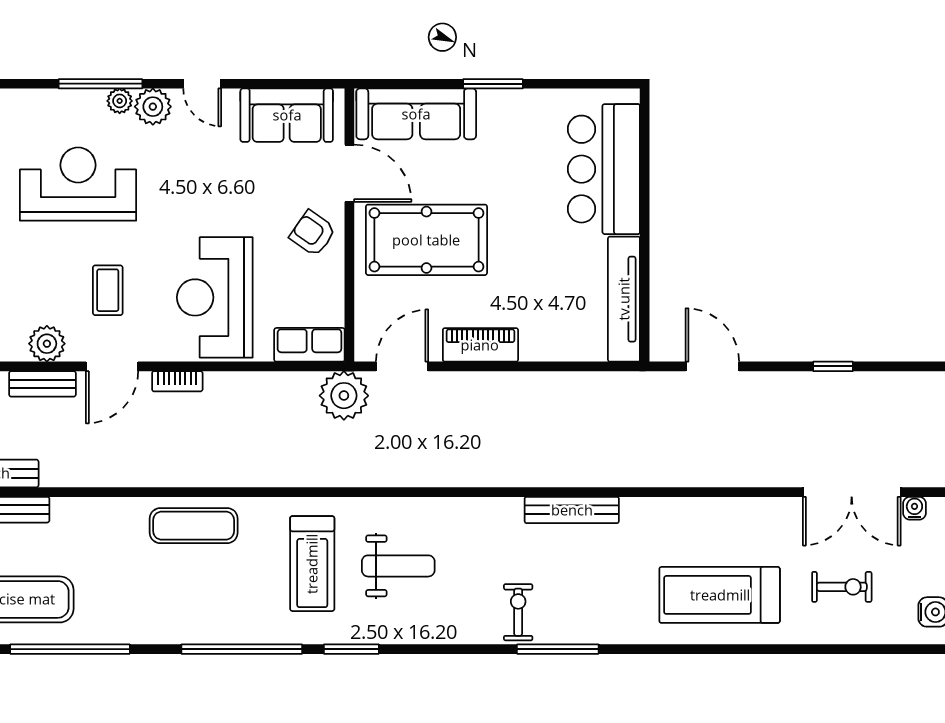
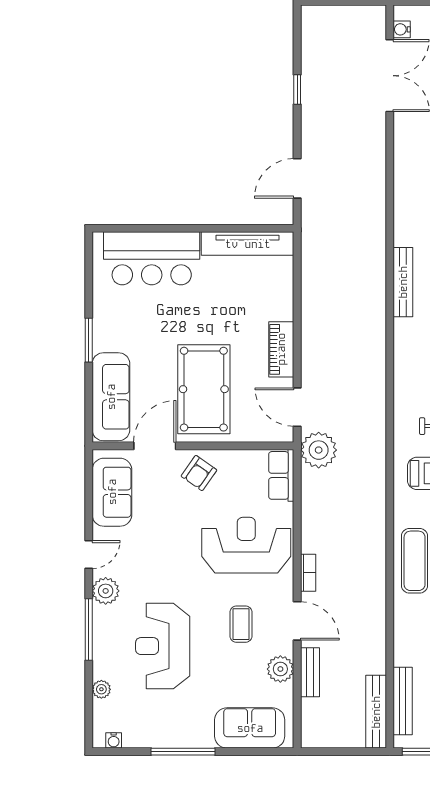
plant: (120, 101) -> (101, 689), moved
coffee table: (108, 290) -> (241, 624), turned 90
reception desk: (215, 297) -> (246, 545), turned 180

